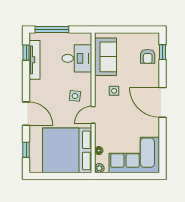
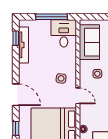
window: (52, 30) -> (52, 17), moved
desk: (77, 58) -> (64, 33), moved, turned -90
door: (93, 115) -> (78, 96), swing flipped

